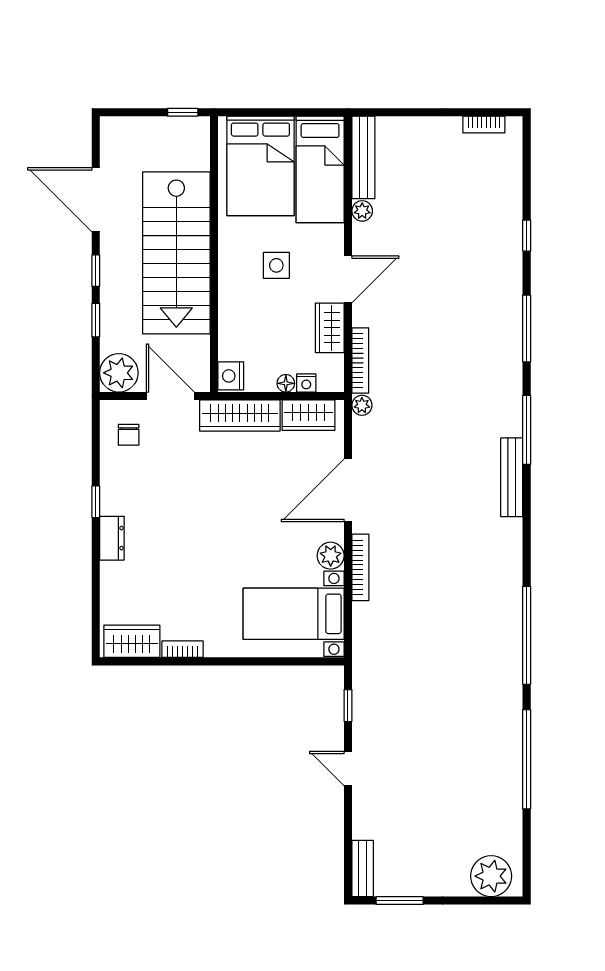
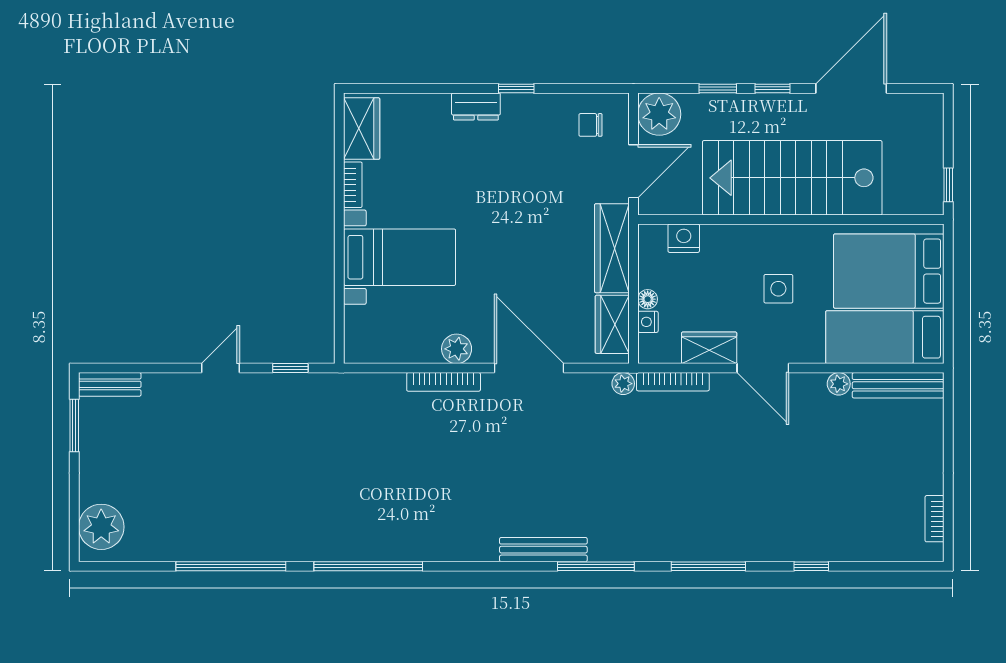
nightstand: (231, 376) -> (684, 238), moved
bed with nightstands: (294, 614) -> (400, 257), moved, turned 90

